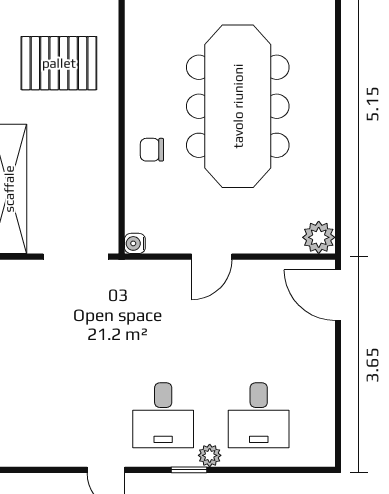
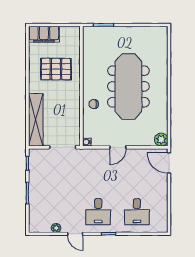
plant: (210, 455) -> (56, 228), moved

